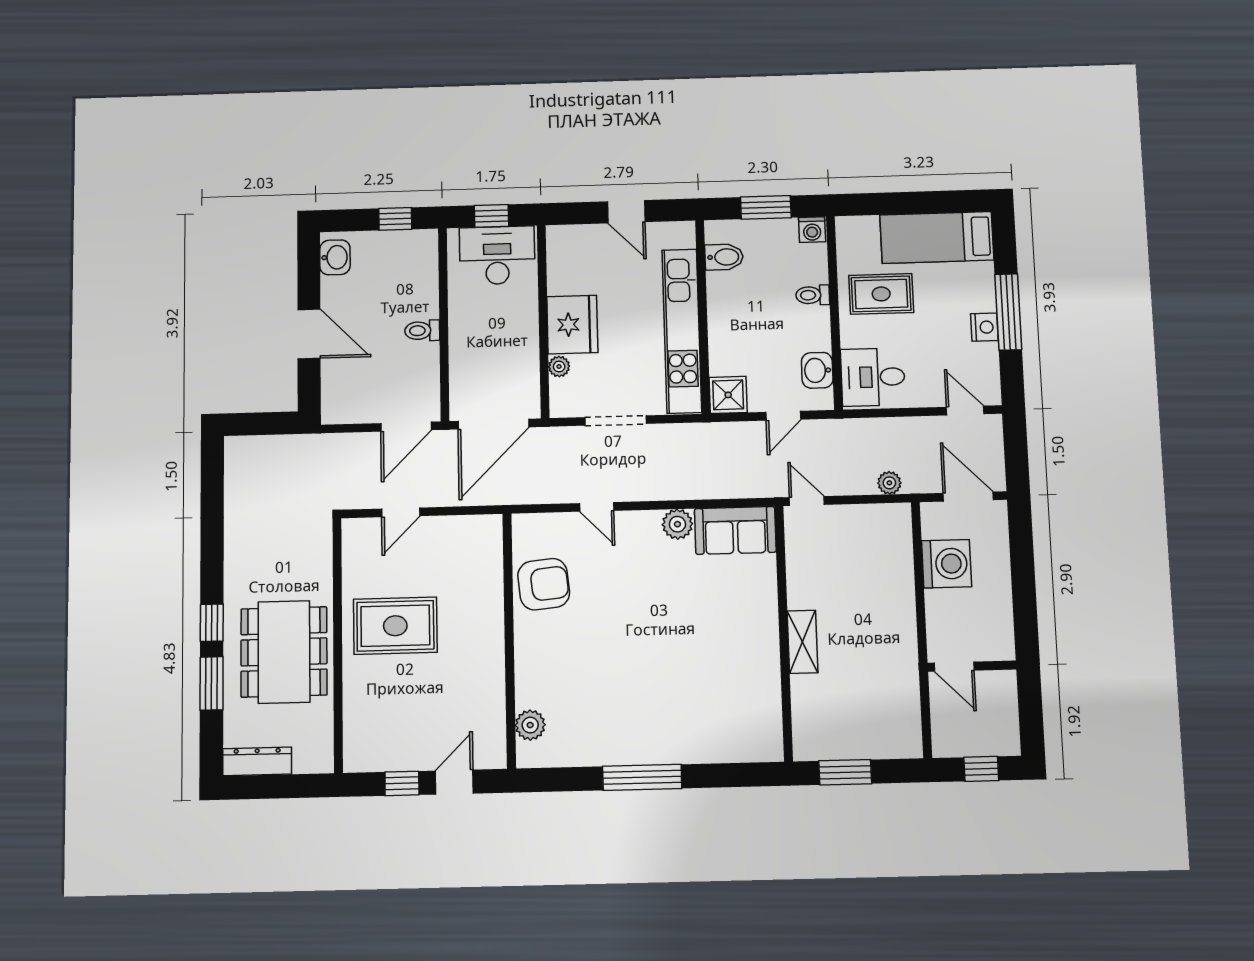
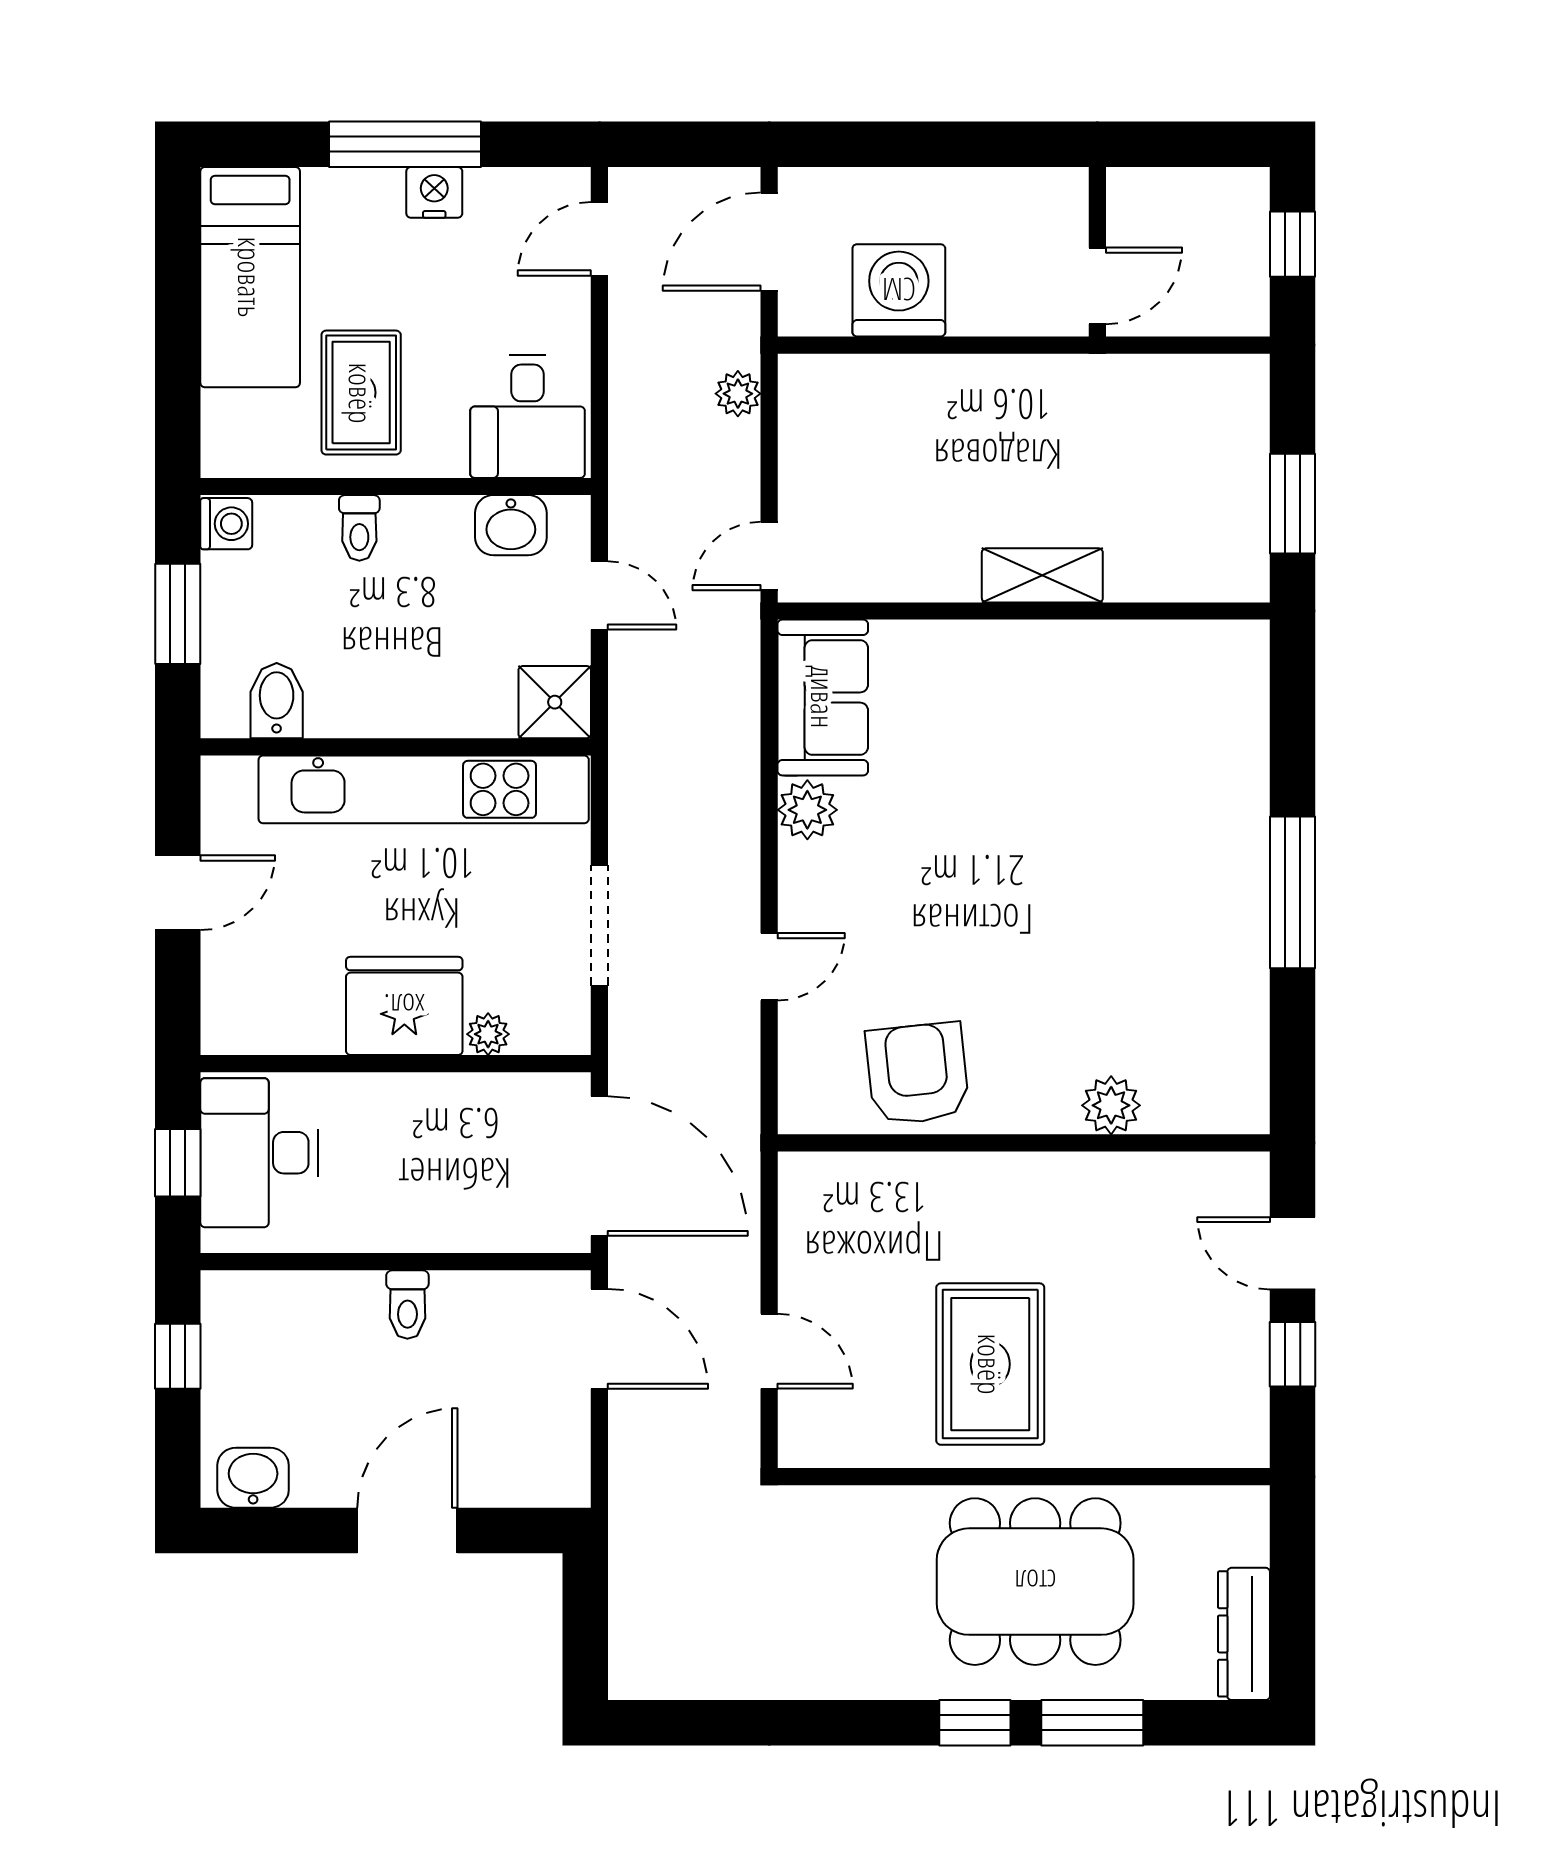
plant: (530, 725) -> (1111, 1105), moved

